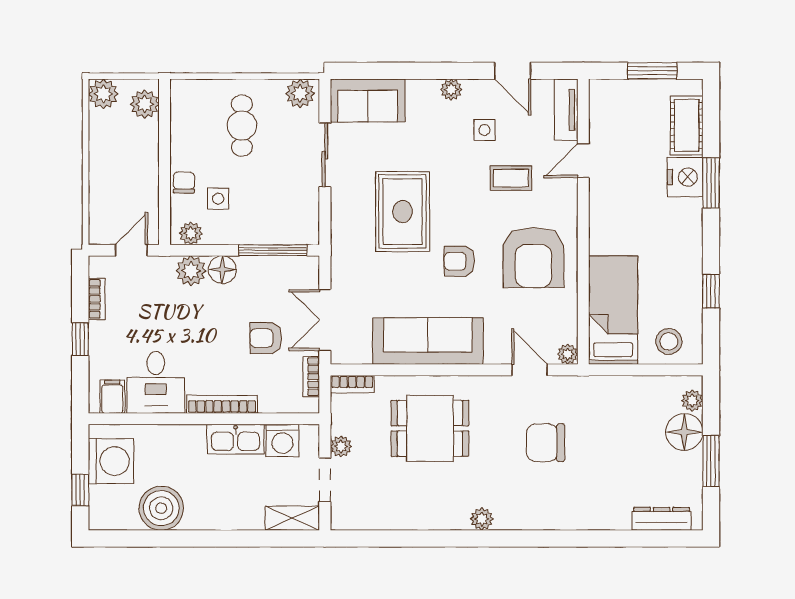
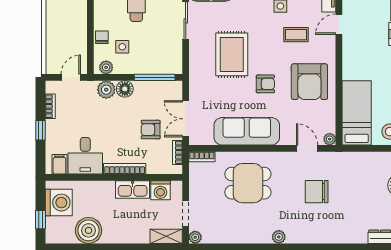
armchair: (459, 261) -> (265, 84), turned 180
plant: (341, 446) -> (195, 237), moved

